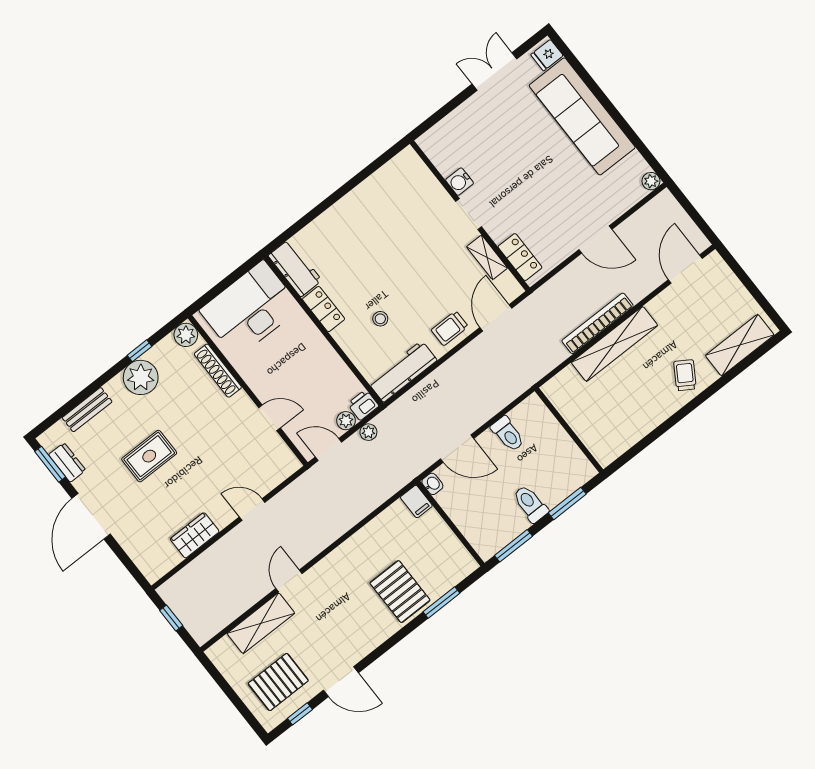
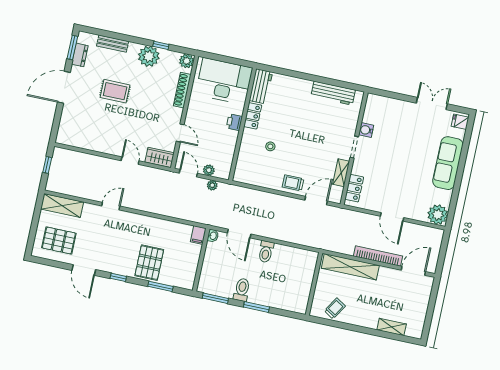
sofa: (582, 116) -> (448, 163), width x0.74, depth x0.79
plant: (651, 181) -> (438, 215), width x1.88, depth x1.88
bookcase: (598, 323) -> (378, 256), moved
shelving: (740, 345) -> (392, 327), width x0.67, depth x0.75
workbench: (403, 371) -> (333, 93), moved, turned 180
trolley: (685, 375) -> (335, 308), moved
printer: (363, 405) -> (234, 122), moved, turned -90
wall: (569, 430) -> (314, 284), moved
wardrobe: (195, 535) -> (160, 157), moved
shelving: (261, 623) -> (62, 206), moved
window: (300, 714) -> (118, 277), moved

